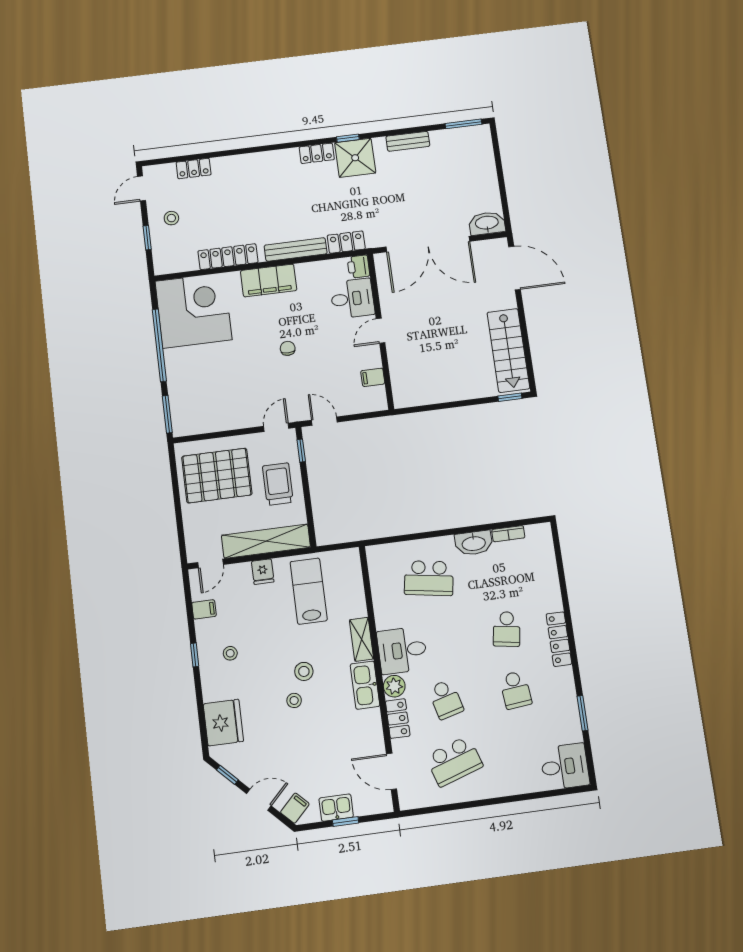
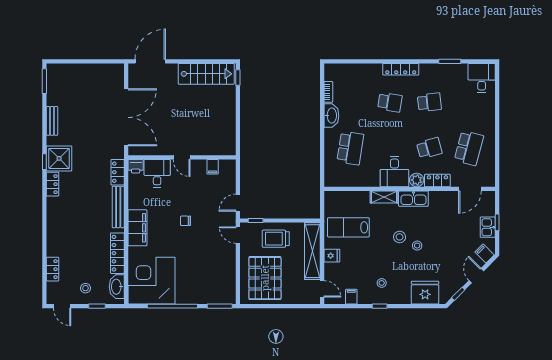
washbasin: (487, 223) -> (117, 287), moved
school desk: (454, 761) -> (469, 148), turned 33

